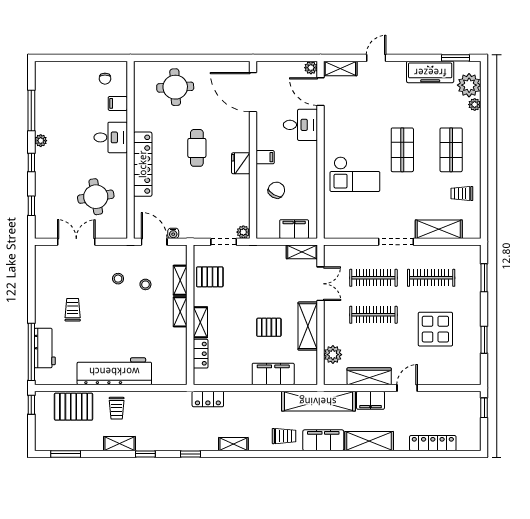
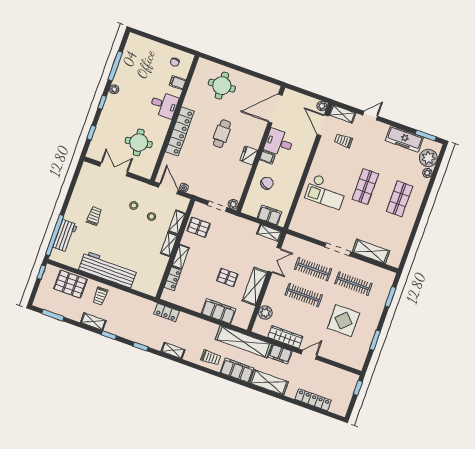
door: (253, 92) -> (275, 109), hinge flipped
desk: (300, 125) -> (279, 143), moved, turned 180
trolley: (462, 194) -> (343, 141), moved

